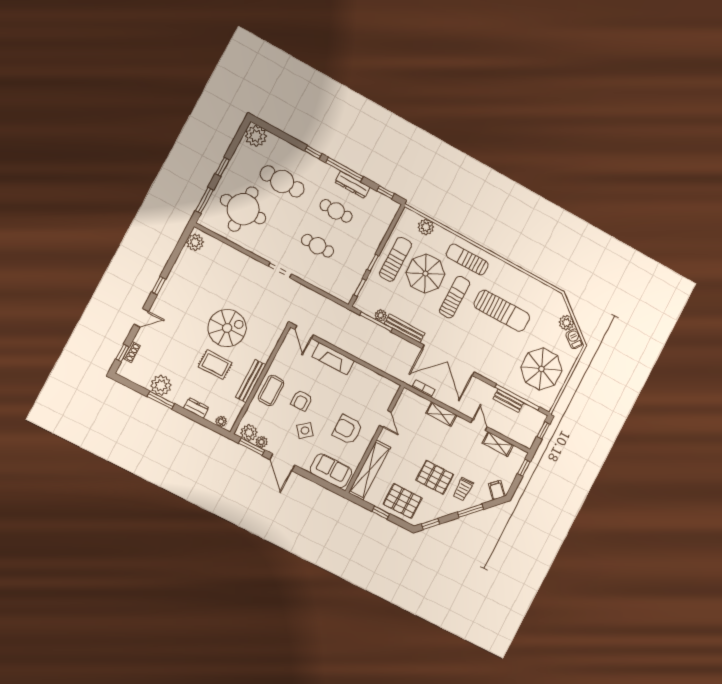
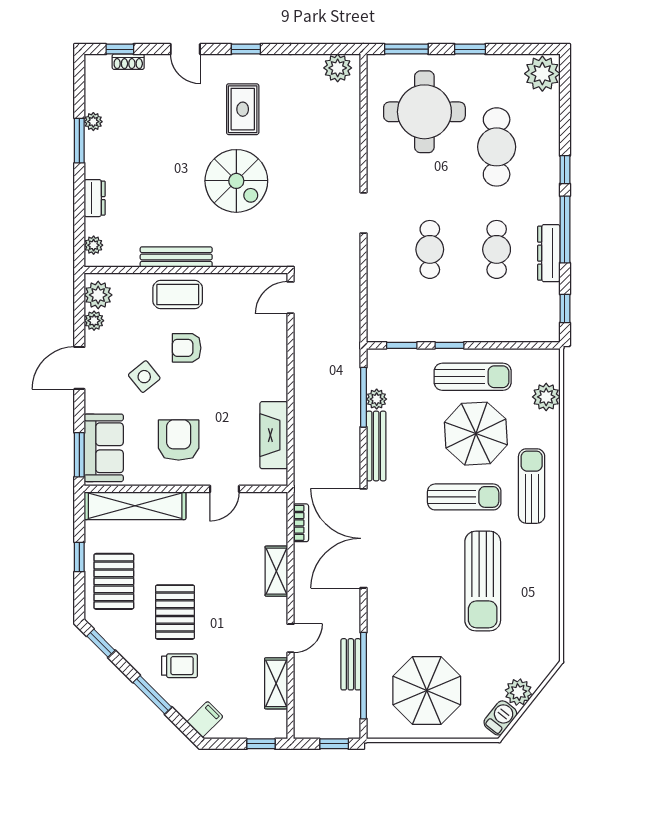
fireplace: (333, 359) -> (274, 435), moved
rug: (215, 365) -> (243, 109), moved
plant: (161, 385) -> (93, 122), width x0.53, depth x0.53
window: (252, 447) -> (79, 455), moved
trolley: (463, 489) -> (180, 666), turned 180

